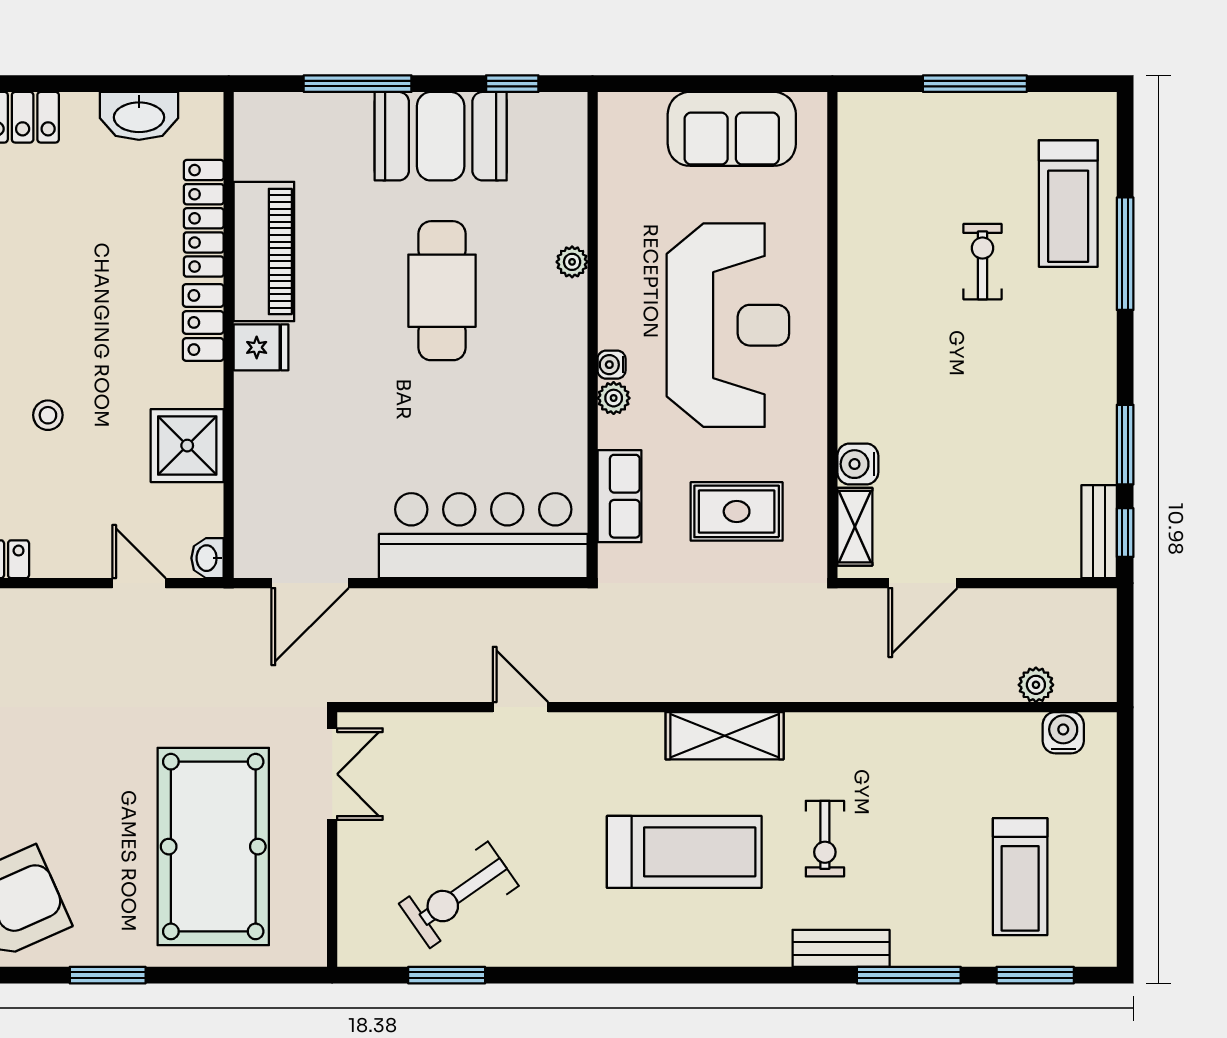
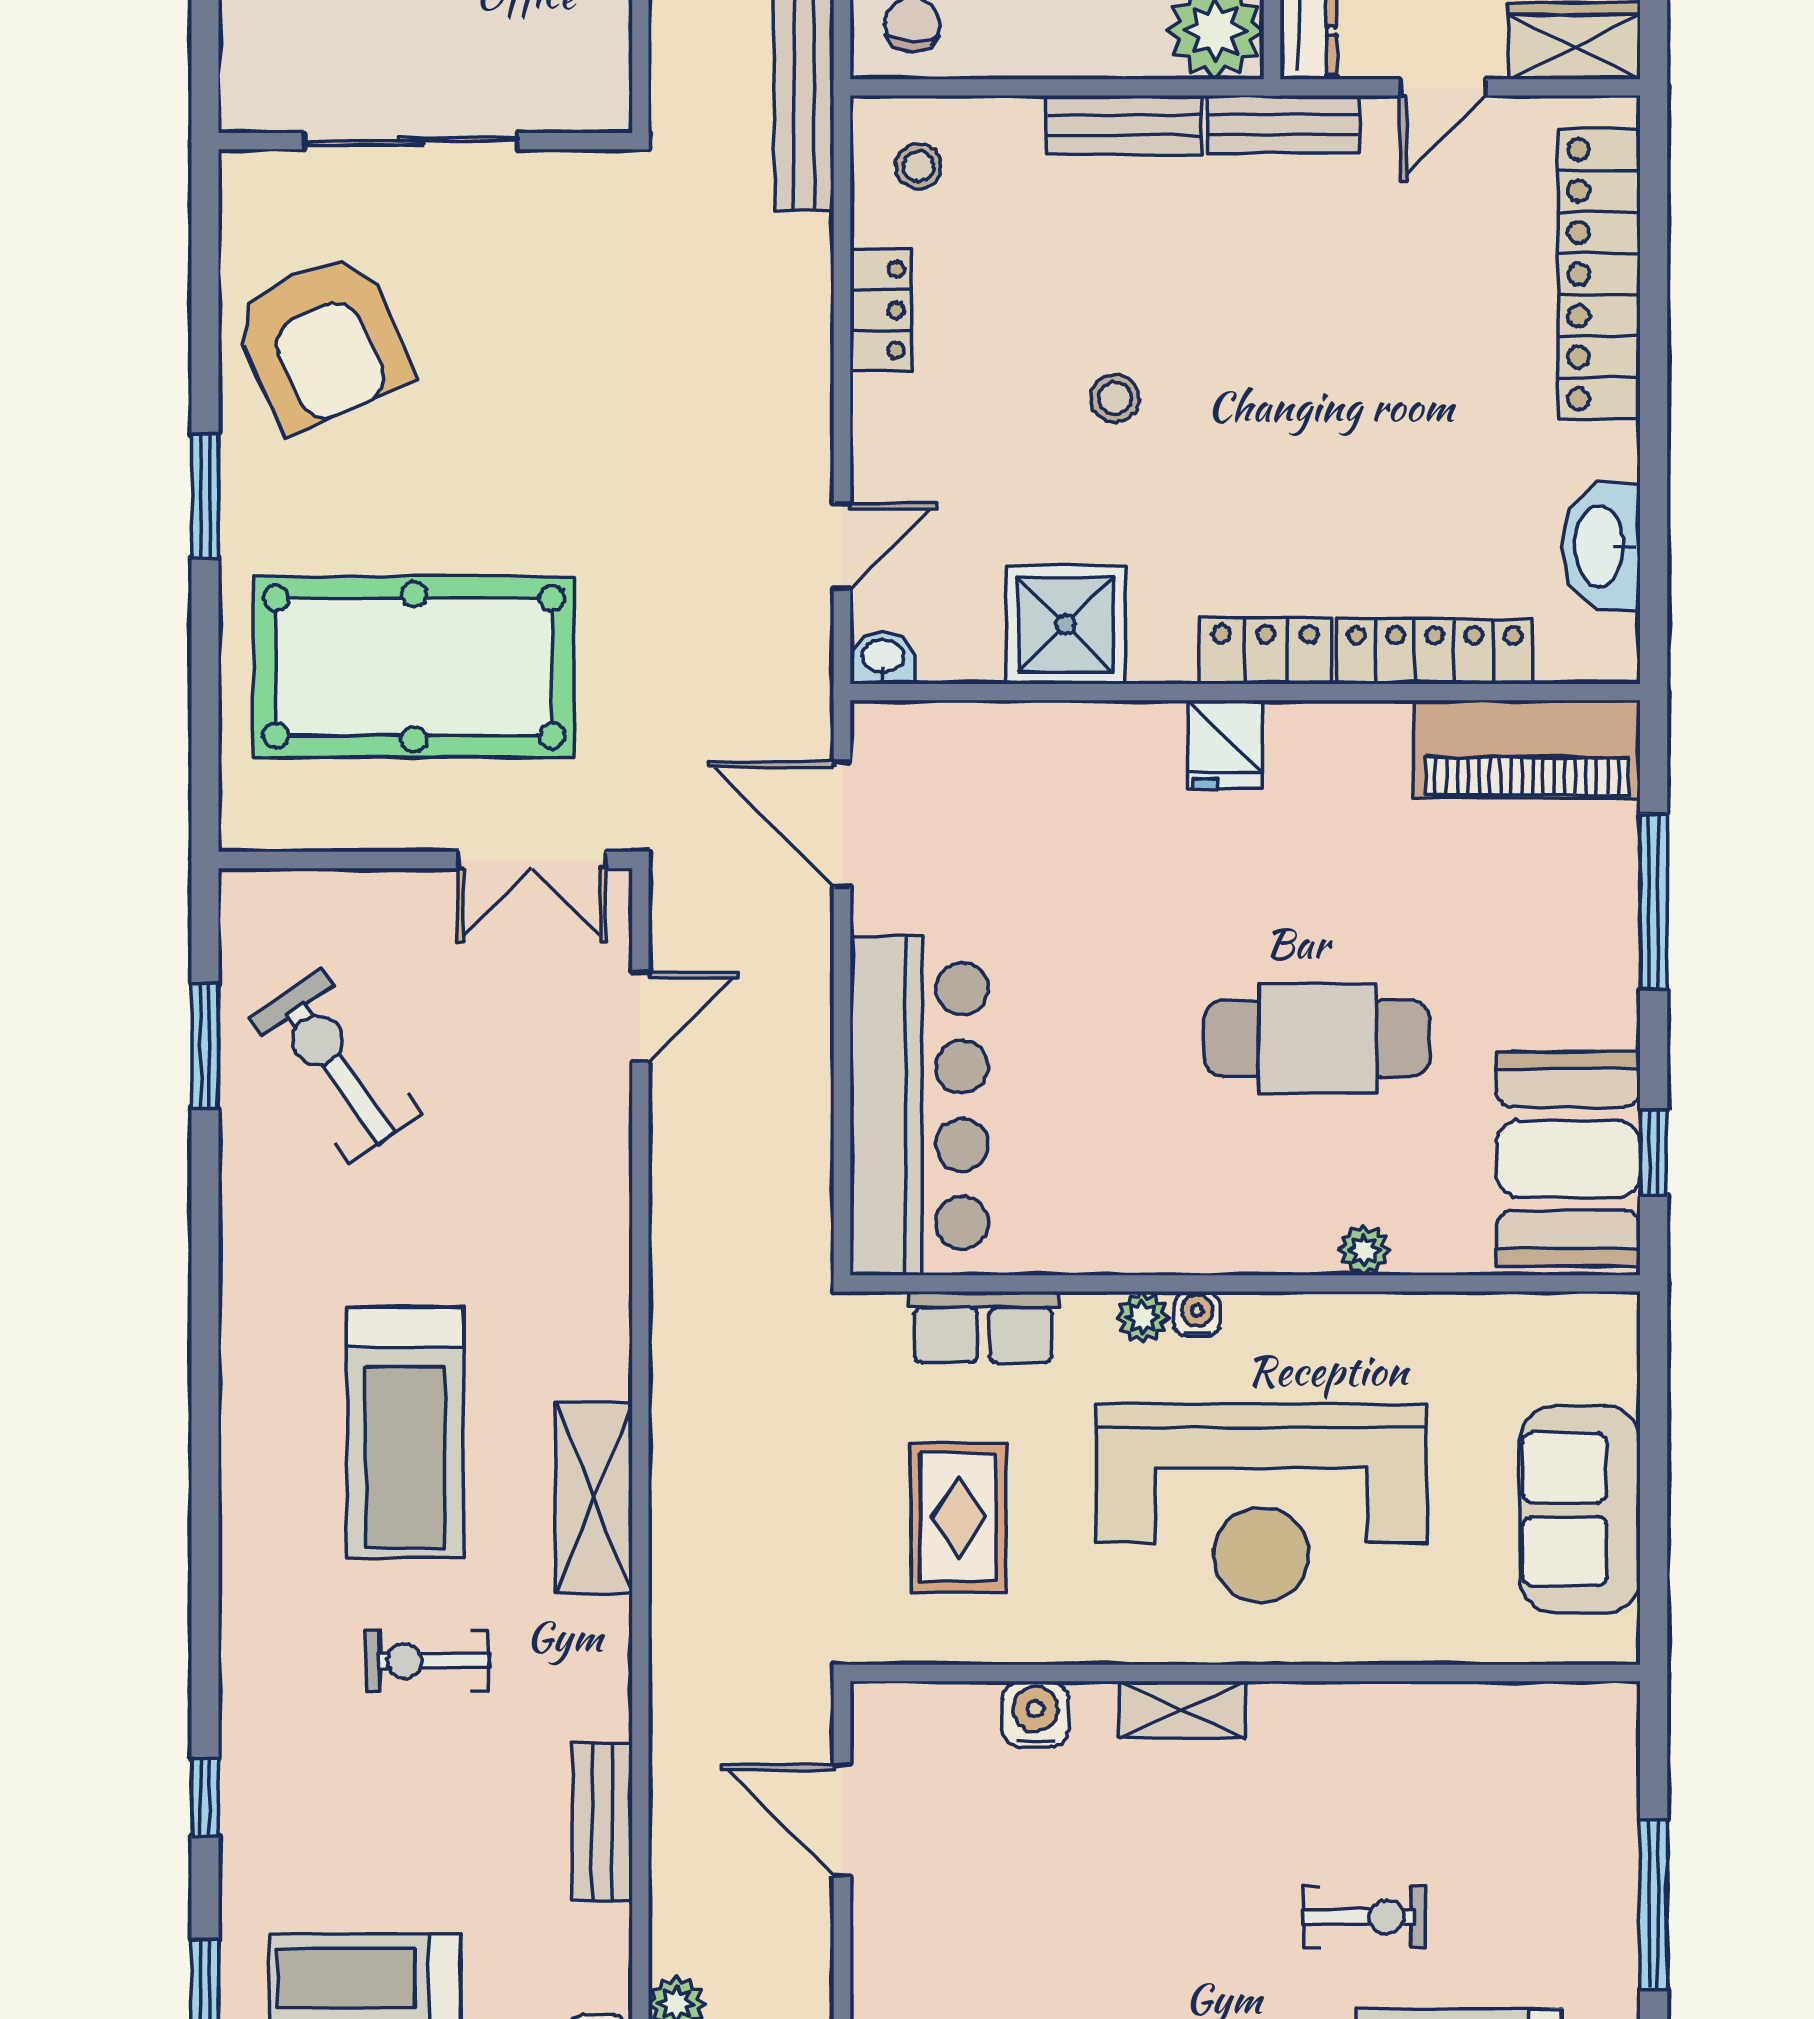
booth: (441, 136) -> (1568, 1159), moved
piano: (264, 251) -> (1527, 749), moved
shelving: (855, 527) -> (1183, 1710), moved
door: (521, 707) -> (640, 1017), moved
bench: (841, 948) -> (602, 1822), moved
window: (909, 975) -> (205, 1797), width x0.46

